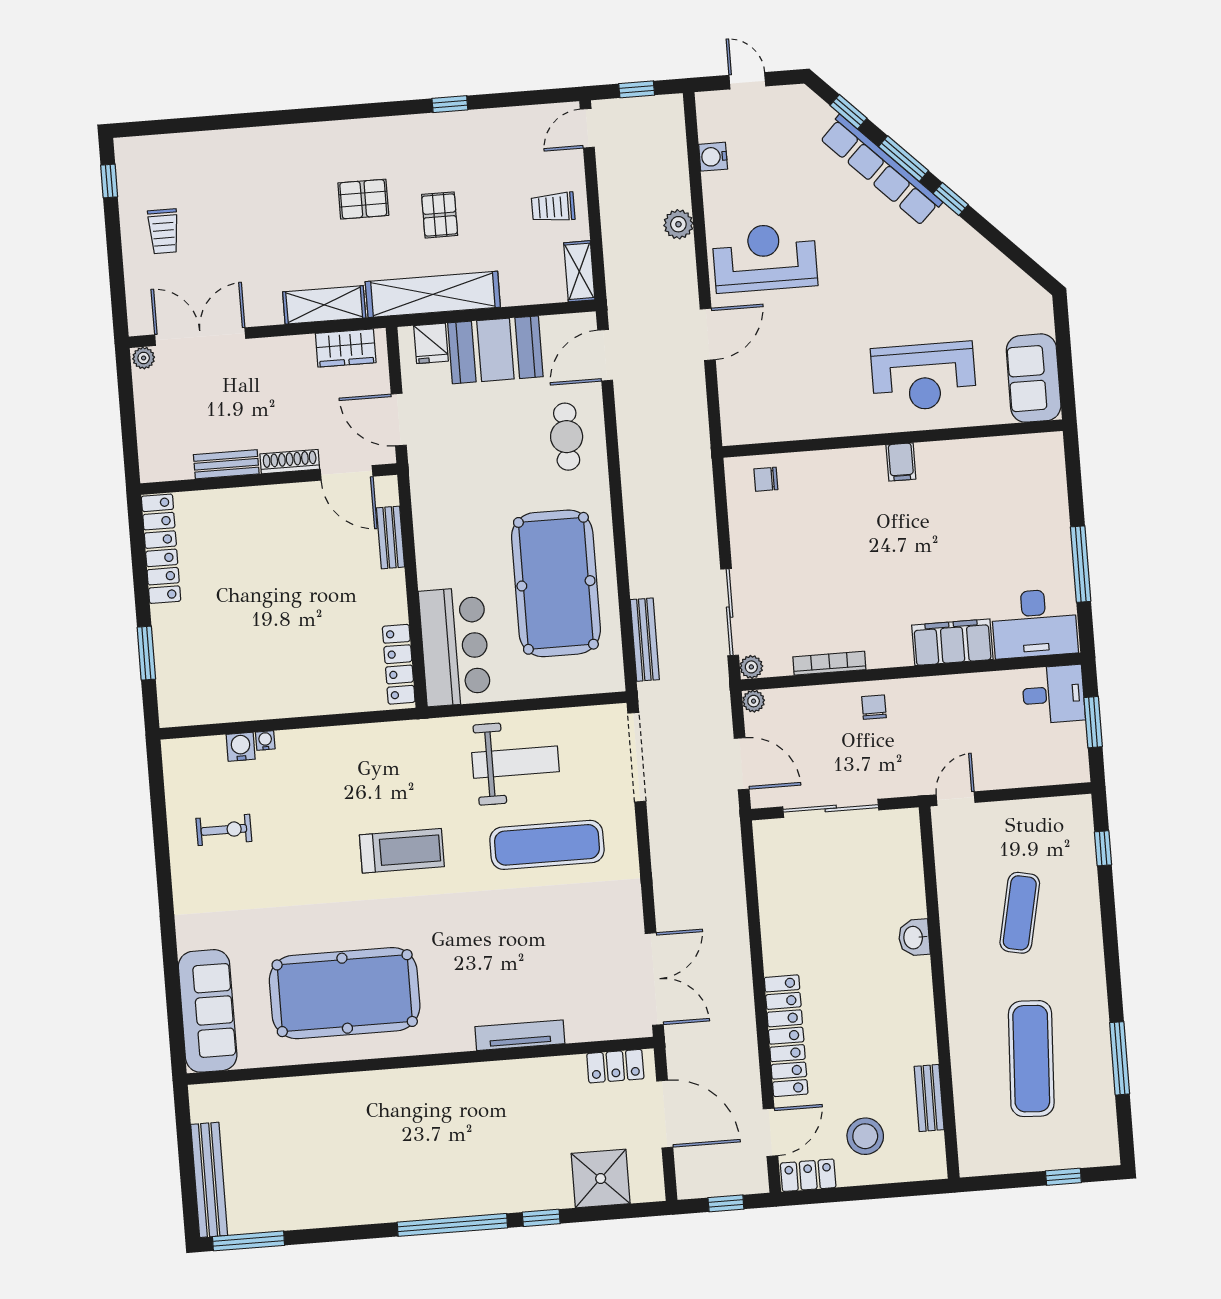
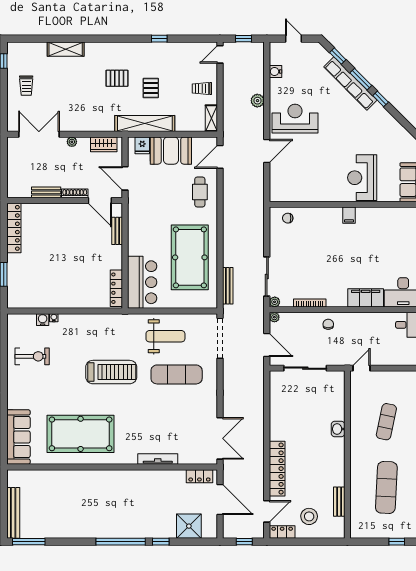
shelving: (324, 305) -> (66, 49), moved
plant: (144, 358) -> (72, 142), moved
reception desk: (924, 377) -> (362, 178), turned 90
exercise bike: (224, 830) -> (32, 356), width x1.38, depth x1.39
treadmill: (402, 851) -> (111, 372), width x1.37, depth x1.38

